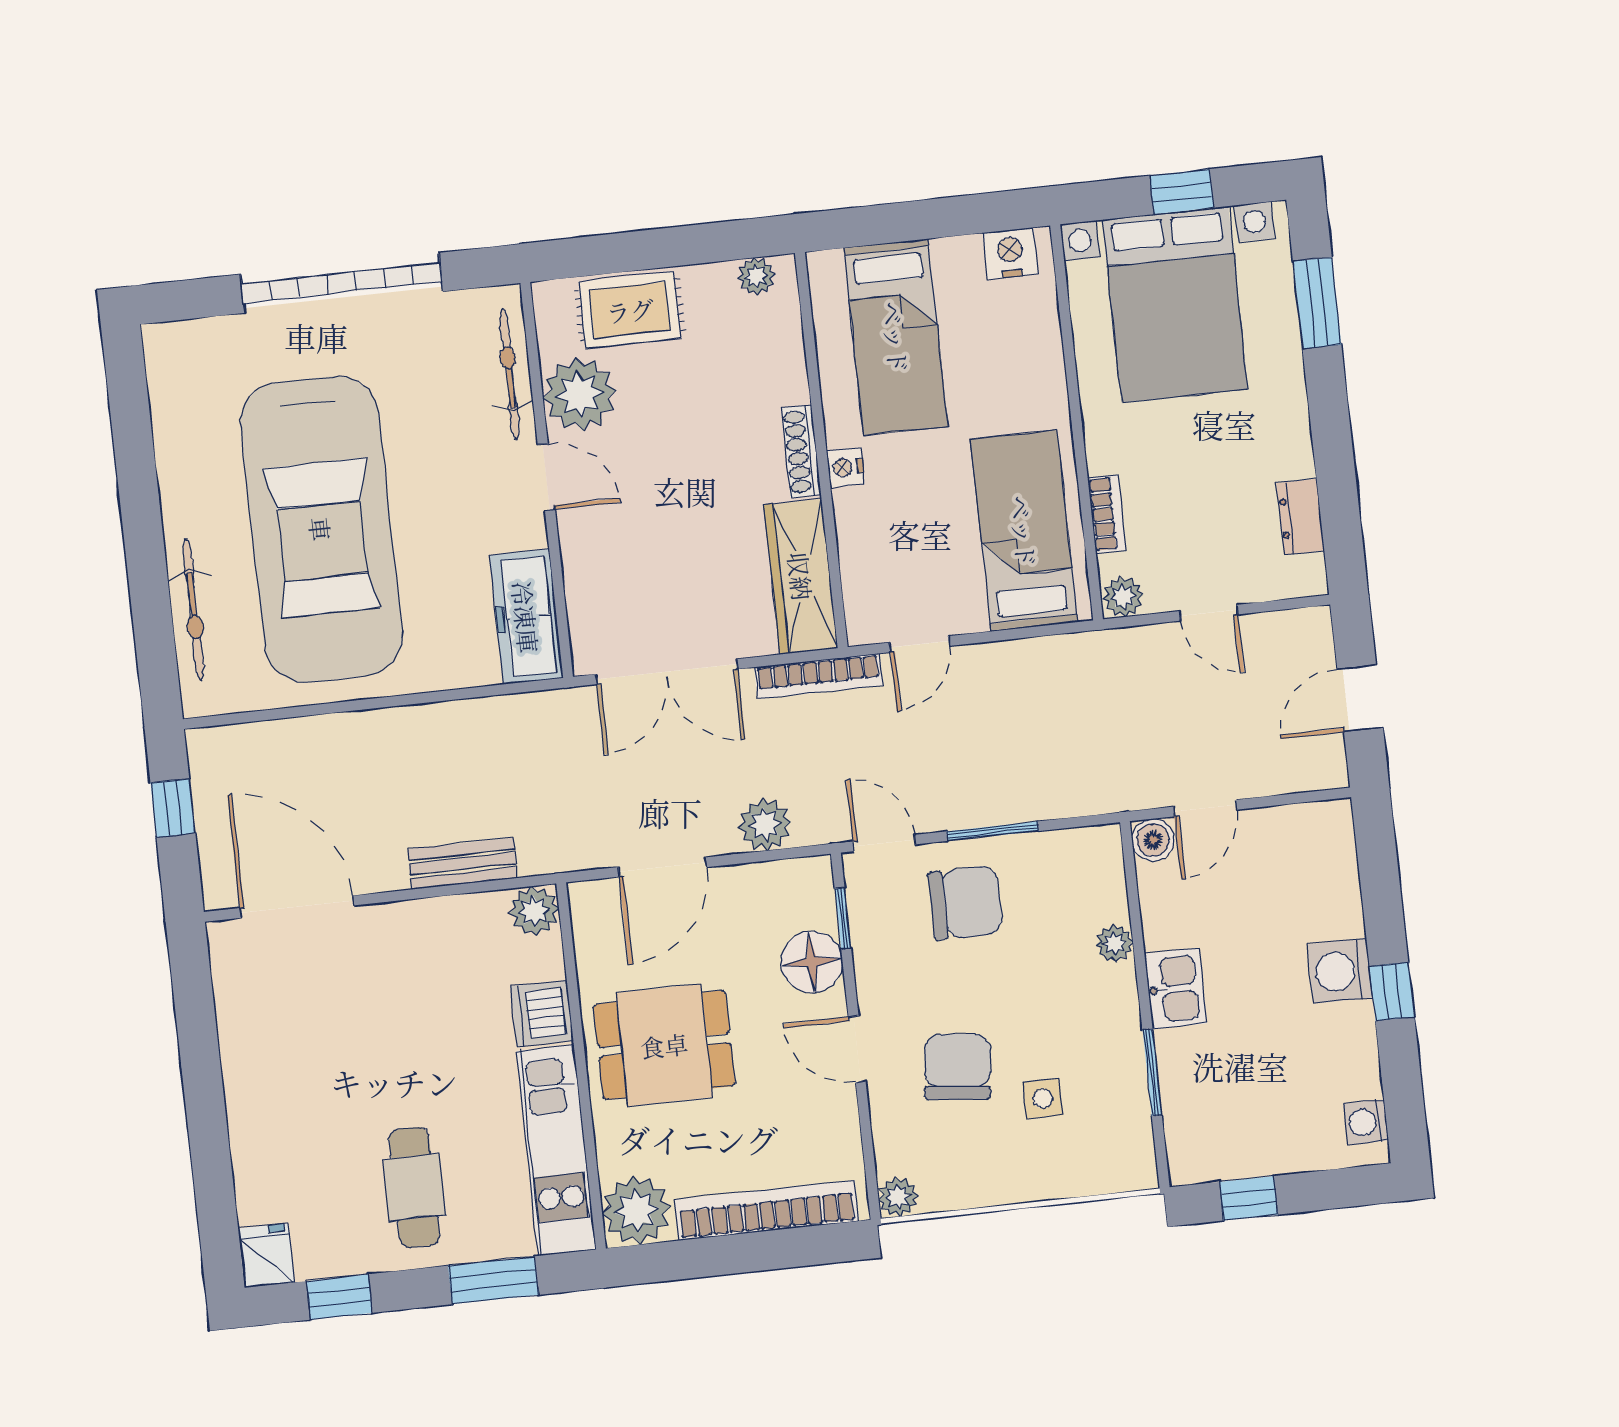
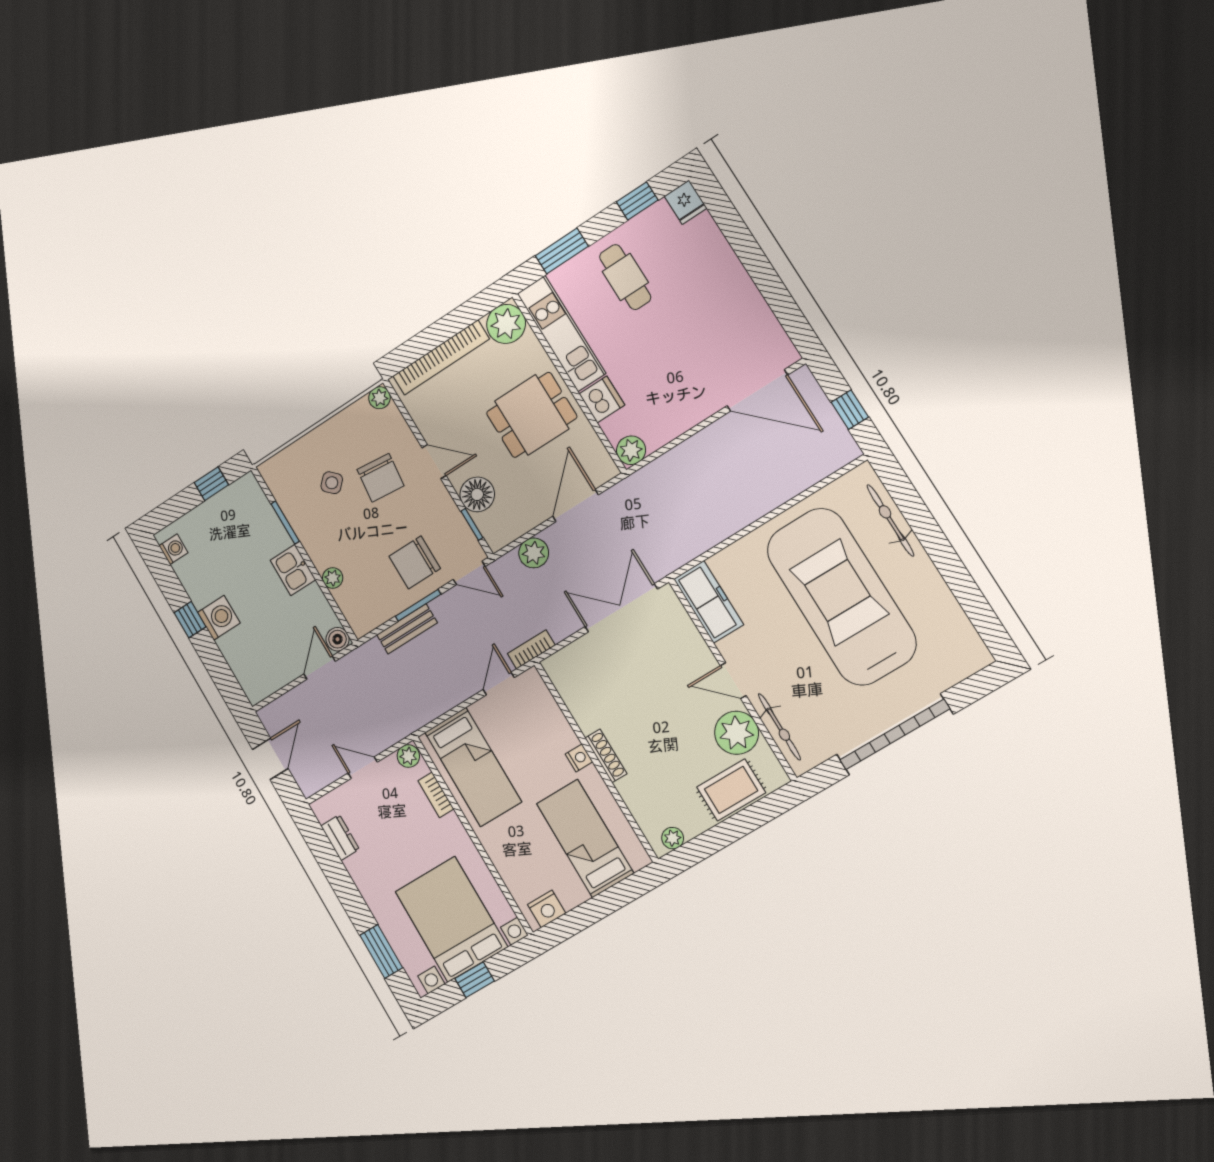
wardrobe: (801, 576) -> (575, 690), removed
bookcase: (819, 676) -> (531, 649), width x0.64
bench: (462, 864) -> (407, 629), moved
side table: (1043, 1099) -> (332, 483), turned 45

